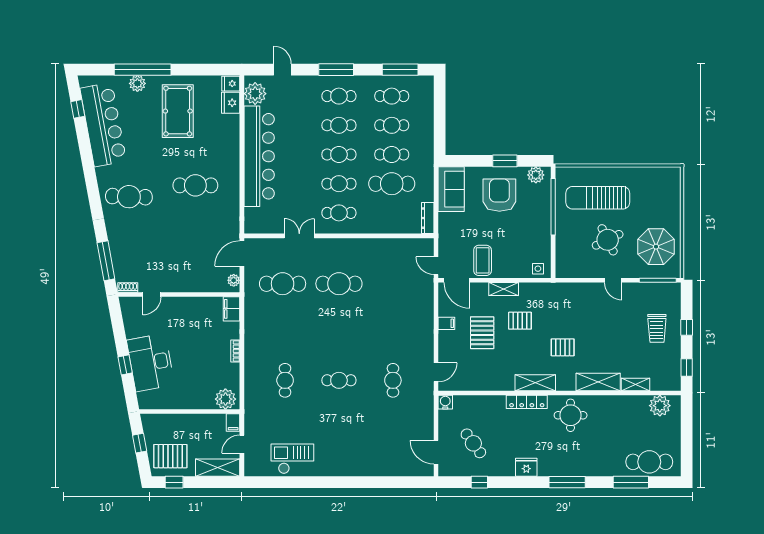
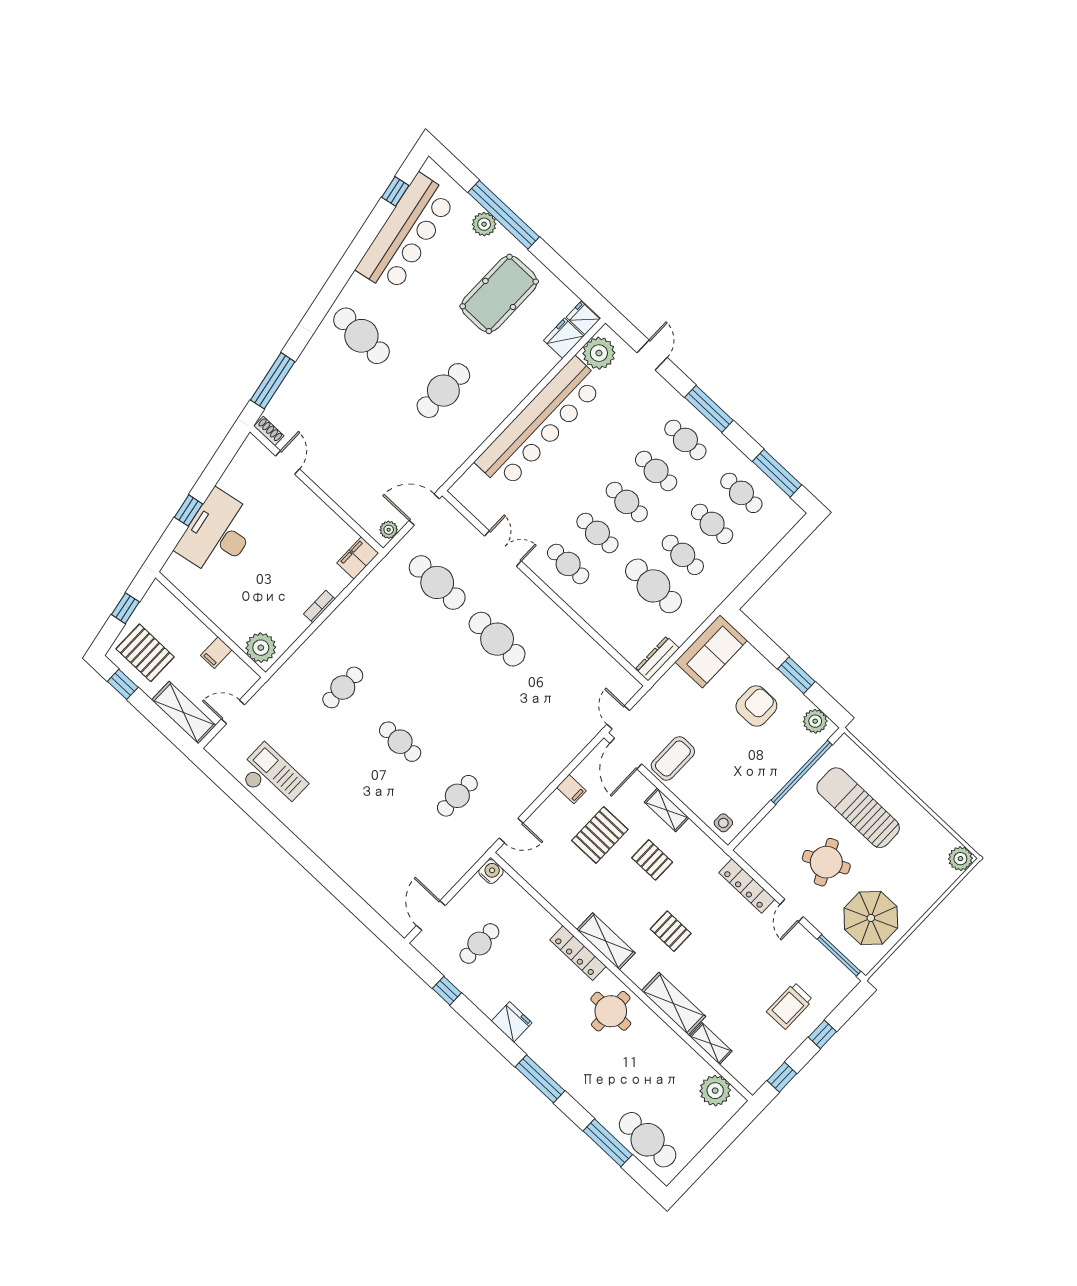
plant: (673, 175) -> (960, 859), added
cafe table: (195, 185) -> (443, 391), turned 90
armchair: (499, 195) -> (756, 706), width x0.73, depth x0.73
locker: (579, 289) -> (747, 886), added
door: (152, 294) -> (288, 463), swing flipped
filing cabinet: (233, 422) -> (216, 653), moved
cafe table: (473, 443) -> (479, 944), turned 36

